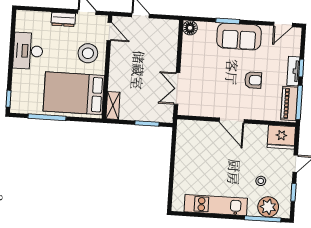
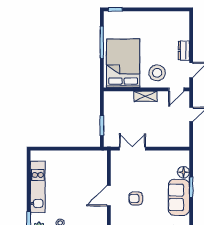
floor lamp: (190, 28) -> (183, 172), moved
desk: (28, 51) -> (156, 23), removed
armchair: (253, 80) -> (136, 198), moved, turned 90
shelving: (113, 105) -> (146, 96), moved

